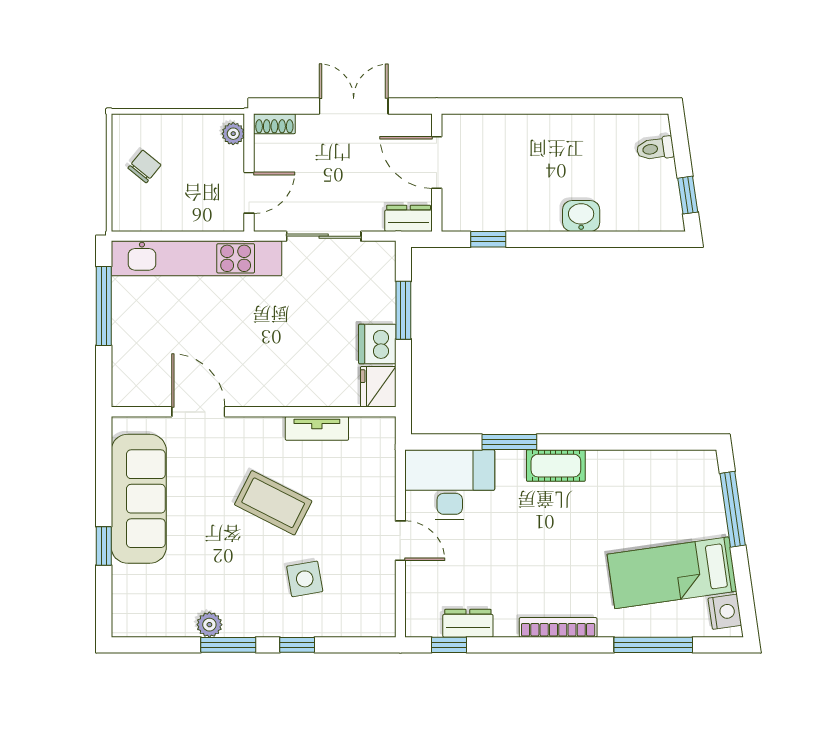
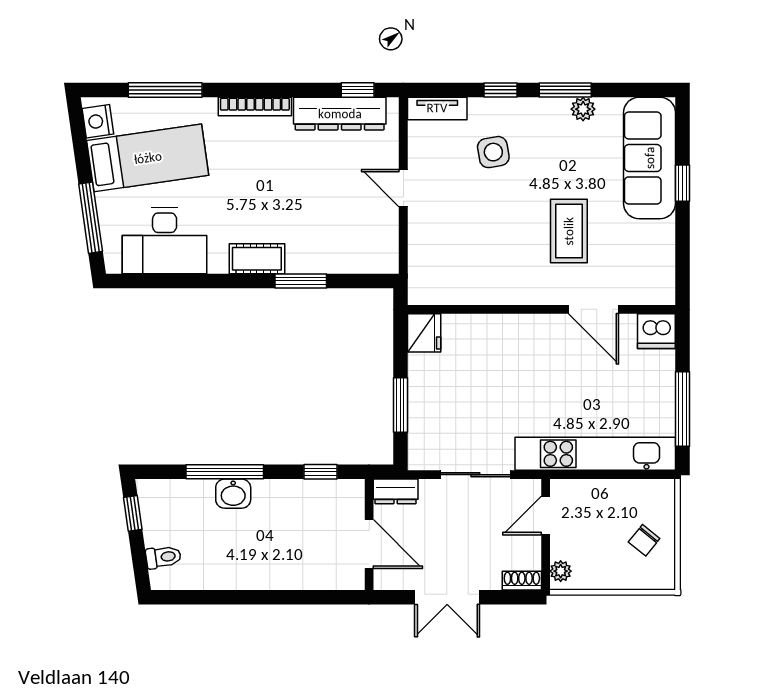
window: (590, 239) -> (225, 472), added
dishwasher: (377, 344) -> (656, 331), moved, turned 90
tv unit: (317, 428) -> (437, 108), moved, turned 180
desk: (450, 485) -> (165, 241), moved
sofa: (139, 499) -> (650, 158), moved
coffee table: (273, 503) -> (569, 231), moved, turned 63
dresser: (468, 623) -> (340, 114), width x1.96, depth x1.24

